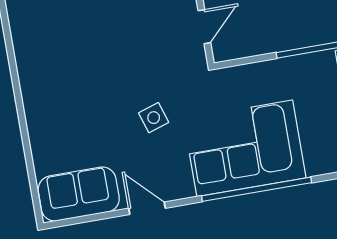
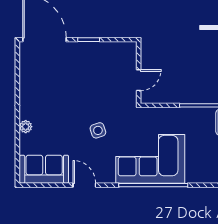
plant: (38, 131) -> (26, 127), added

